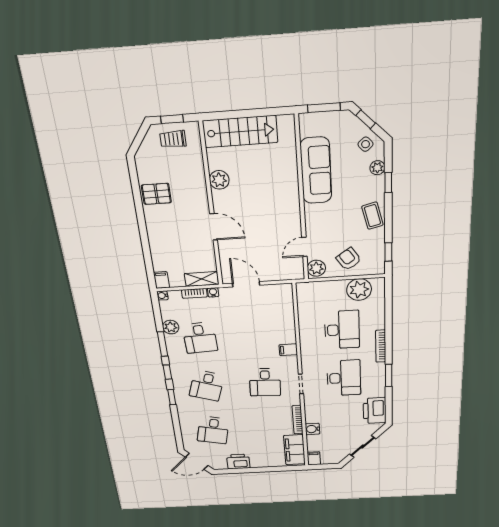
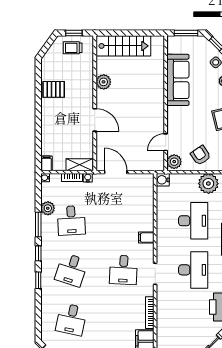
water cooler: (312, 429) -> (163, 180), moved

